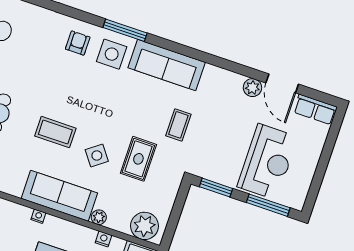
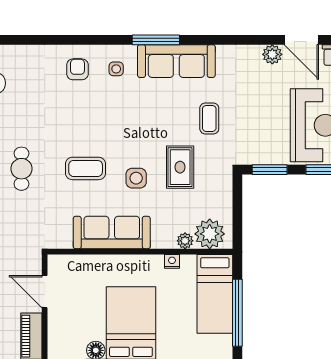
window: (125, 30) -> (156, 40), moved
side table: (112, 54) -> (116, 69), width x0.54, depth x0.54
side table: (97, 155) -> (136, 178), turned 37
nightstand: (38, 216) -> (97, 261), removed
plant: (99, 217) -> (185, 241), moved

